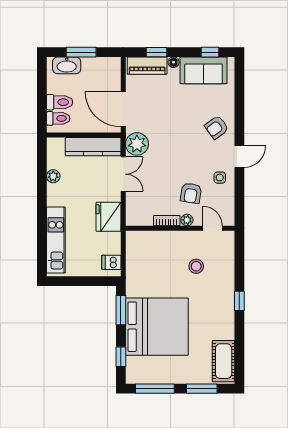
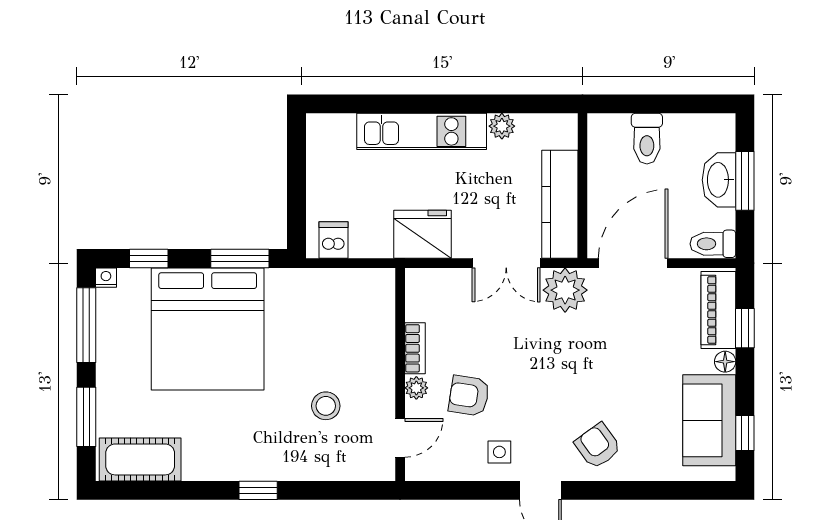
washbasin: (67, 65) -> (719, 180), moved
toilet: (58, 118) -> (713, 244), moved, turned 90
kitchen unit: (56, 240) -> (422, 131), moved
nightstand: (131, 379) -> (106, 278), added

